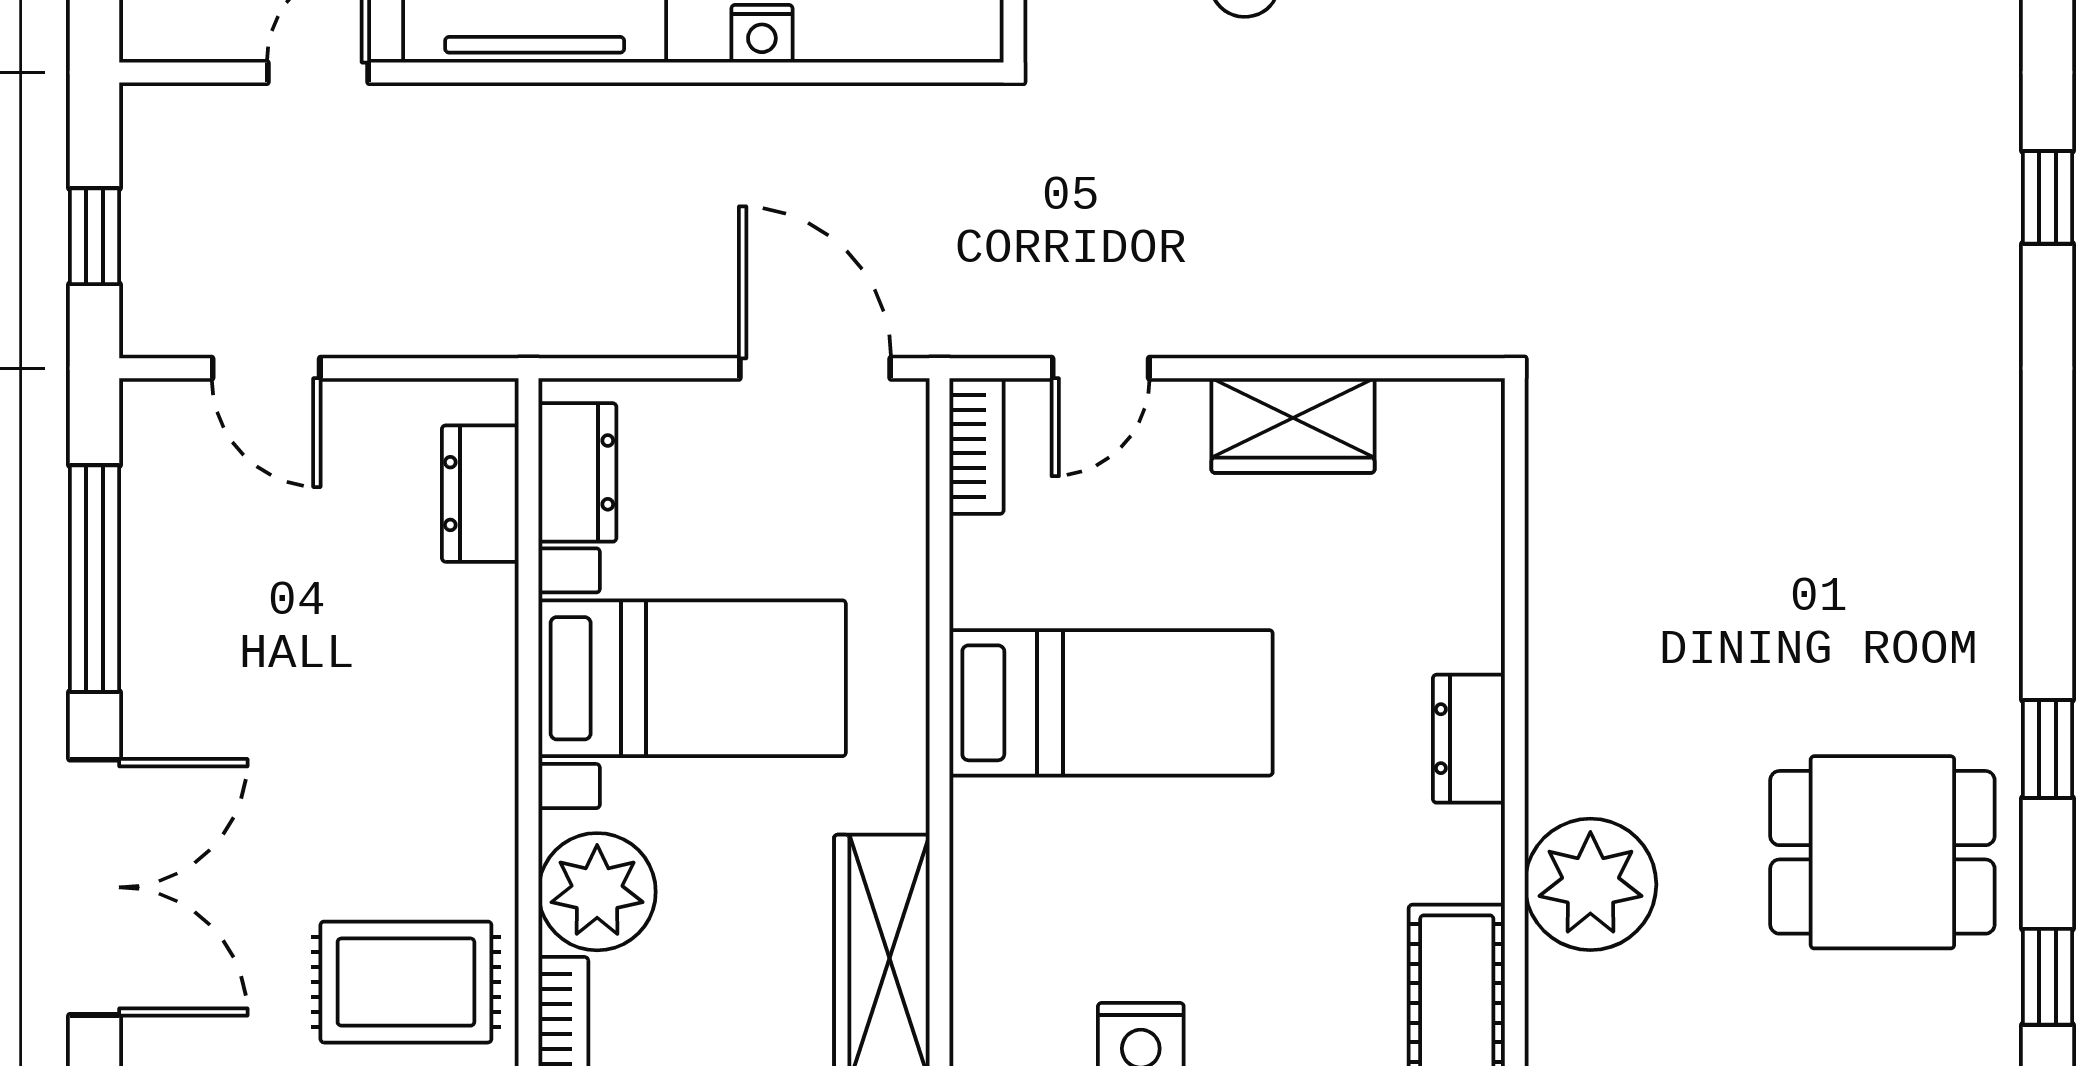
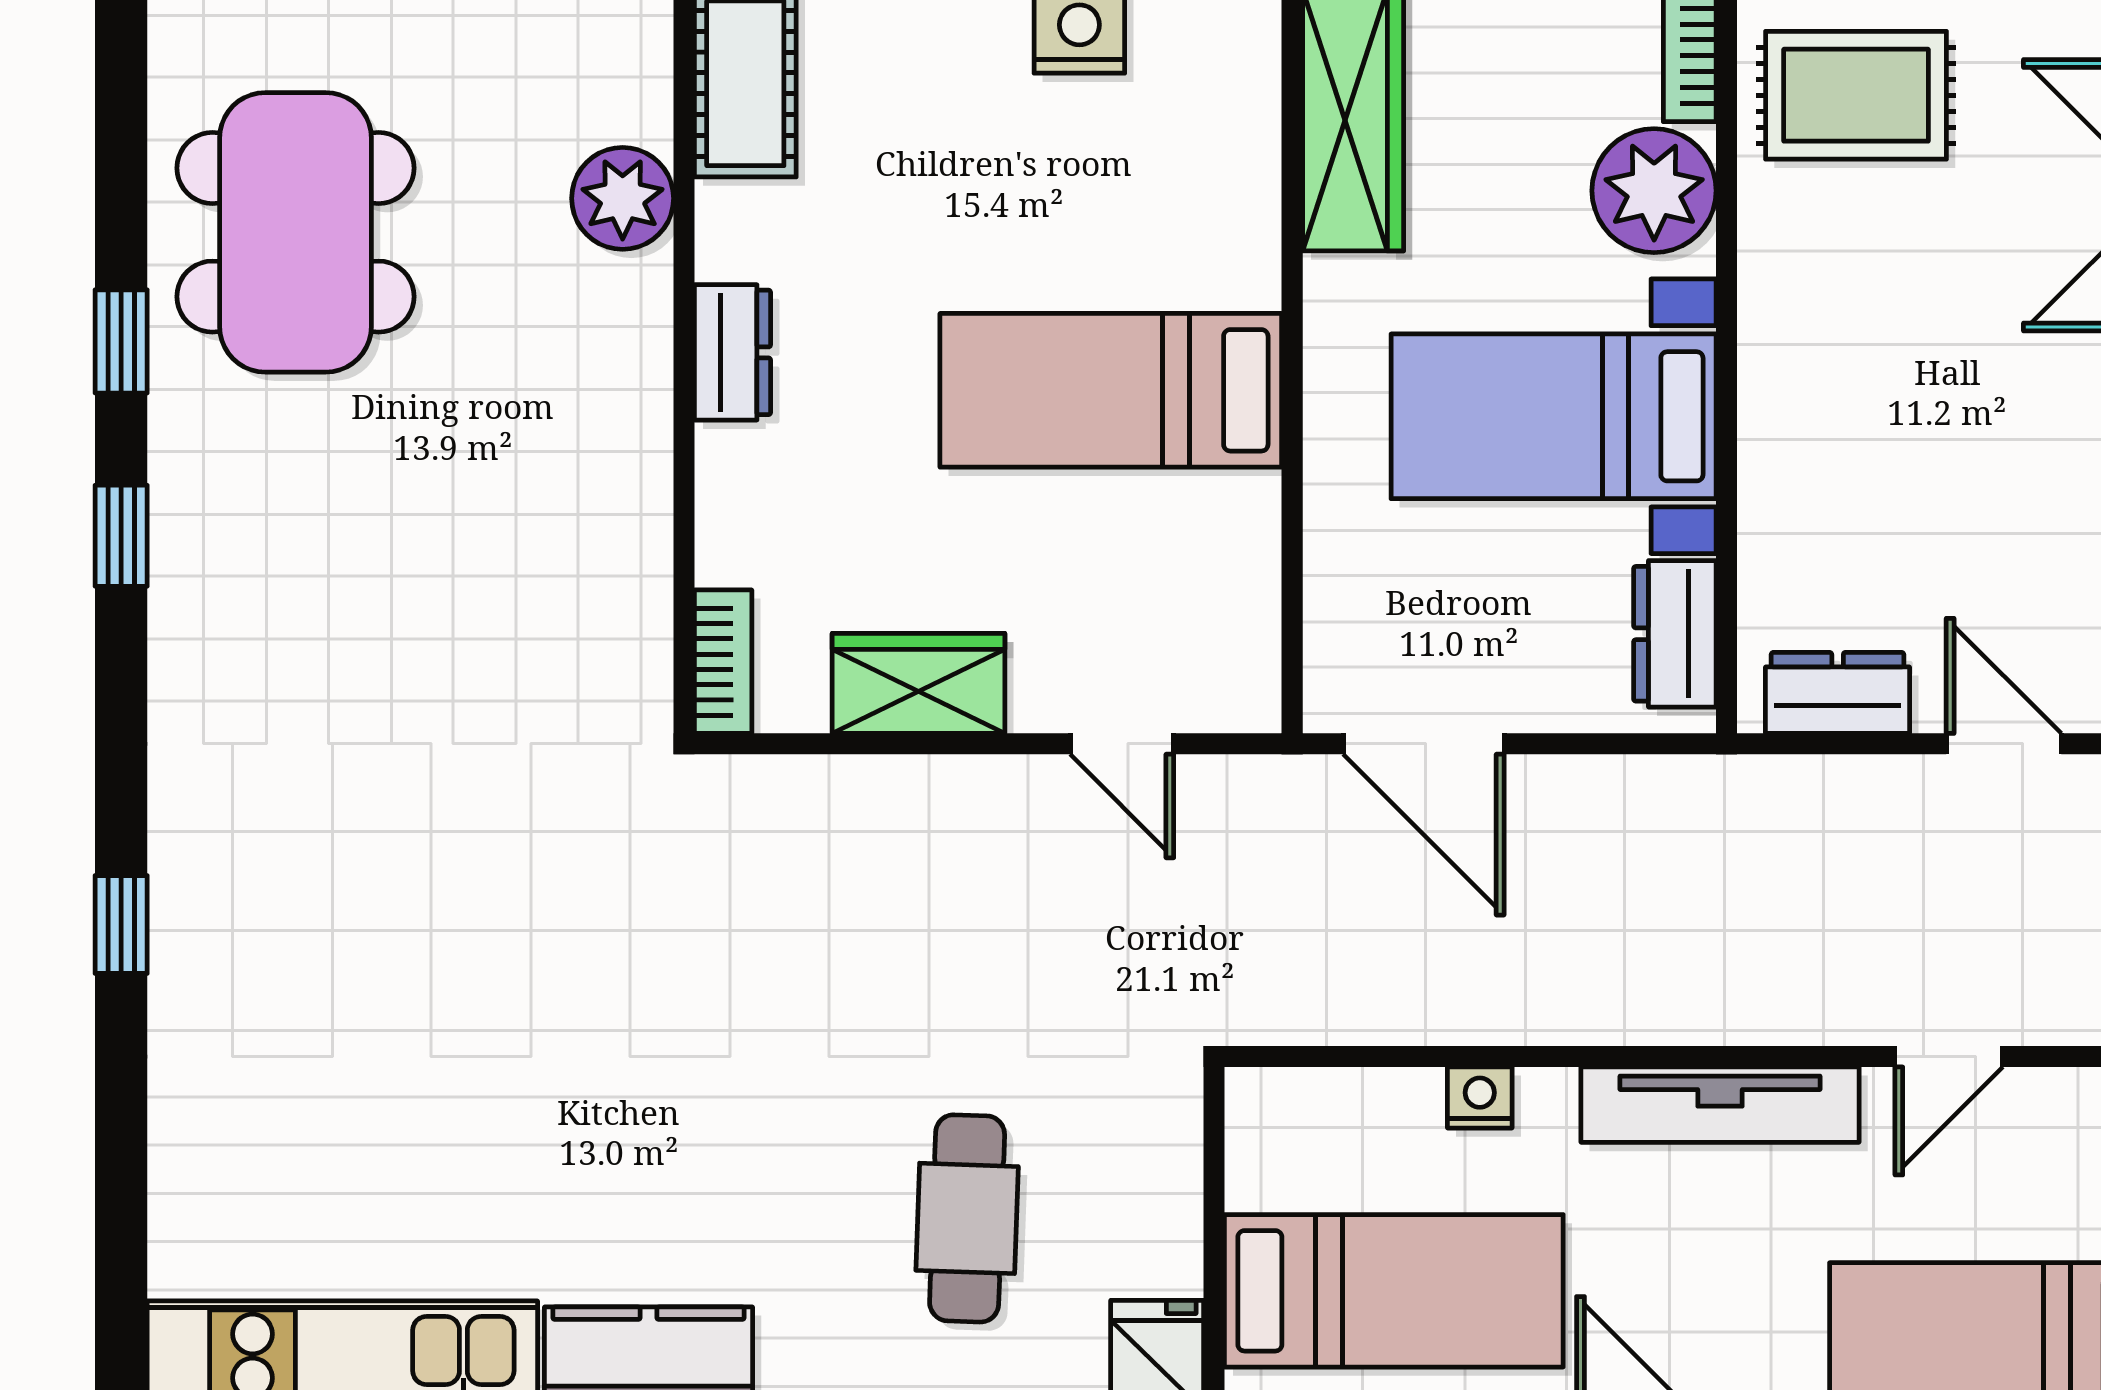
door: (1101, 368) -> (1122, 744), swing flipped
bookcase: (976, 446) -> (723, 662), moved, turned 180
dresser: (480, 494) -> (1838, 693), moved, turned -90
dining table: (1882, 852) -> (296, 232), width x1.38
plant: (1590, 884) -> (623, 198), width x0.73, depth x0.73
window: (2047, 977) -> (121, 536), moved

